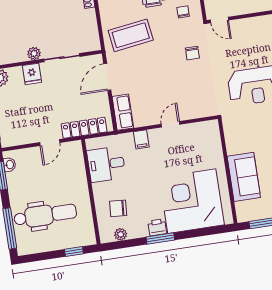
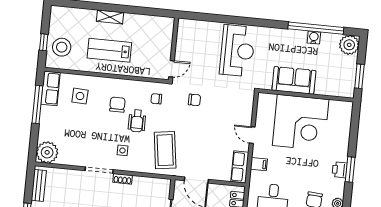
row of seats: (123, 112) -> (240, 167), moved, turned -90
sofa: (244, 177) -> (294, 80), moved
corner desk: (192, 201) -> (301, 122), moved, turned -90

